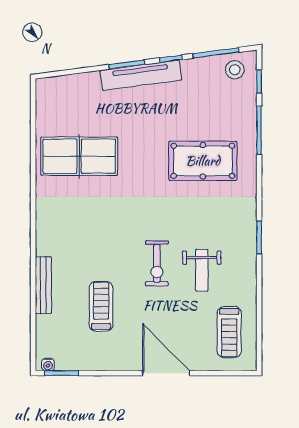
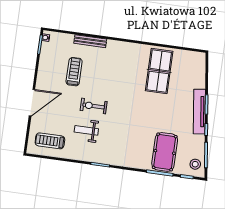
pool table: (203, 161) -> (165, 152), moved
treadmill: (101, 306) -> (74, 72), turned -90

